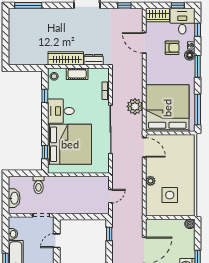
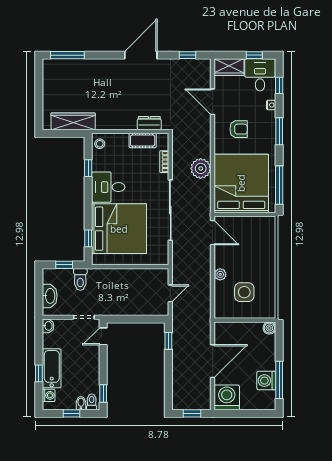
armchair: (172, 48) -> (239, 129), moved
floor lamp: (190, 55) -> (269, 117), removed
wardrobe: (66, 58) -> (73, 121), moved
cot: (77, 74) -> (143, 141), moved
plant: (135, 106) -> (201, 168), moved
window: (26, 173) -> (64, 265), added
washbasin: (13, 234) -> (48, 326), moved
door: (57, 241) -> (103, 336), moved

